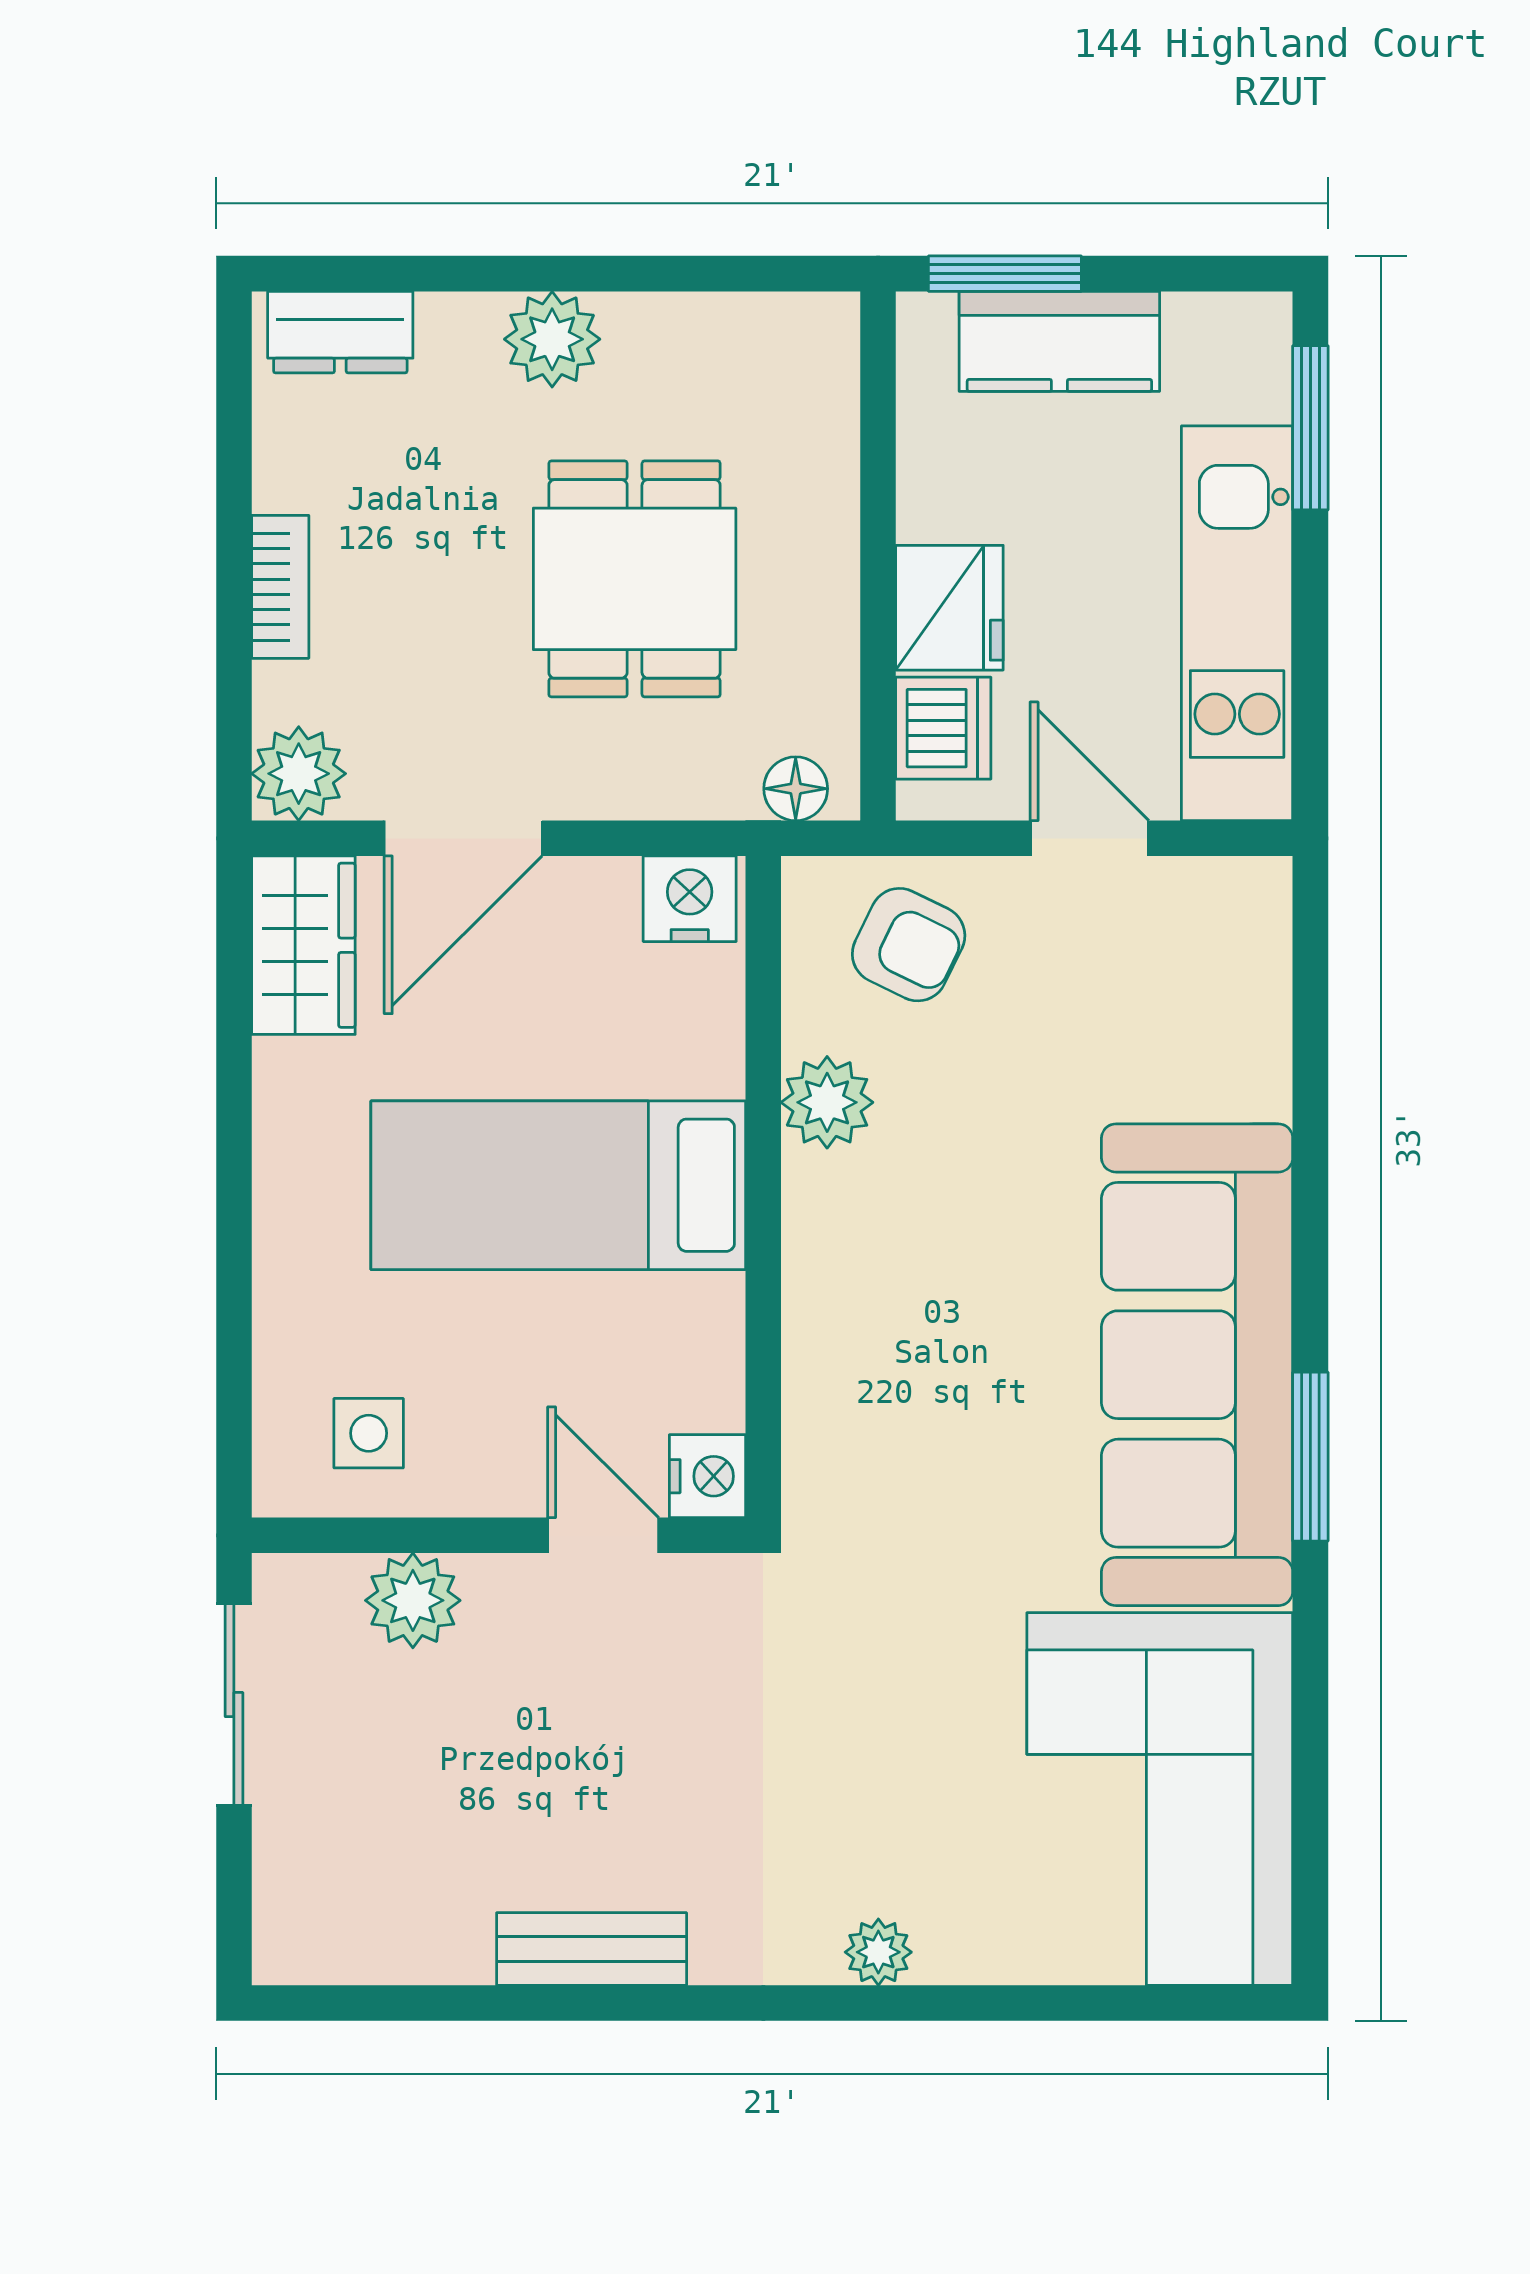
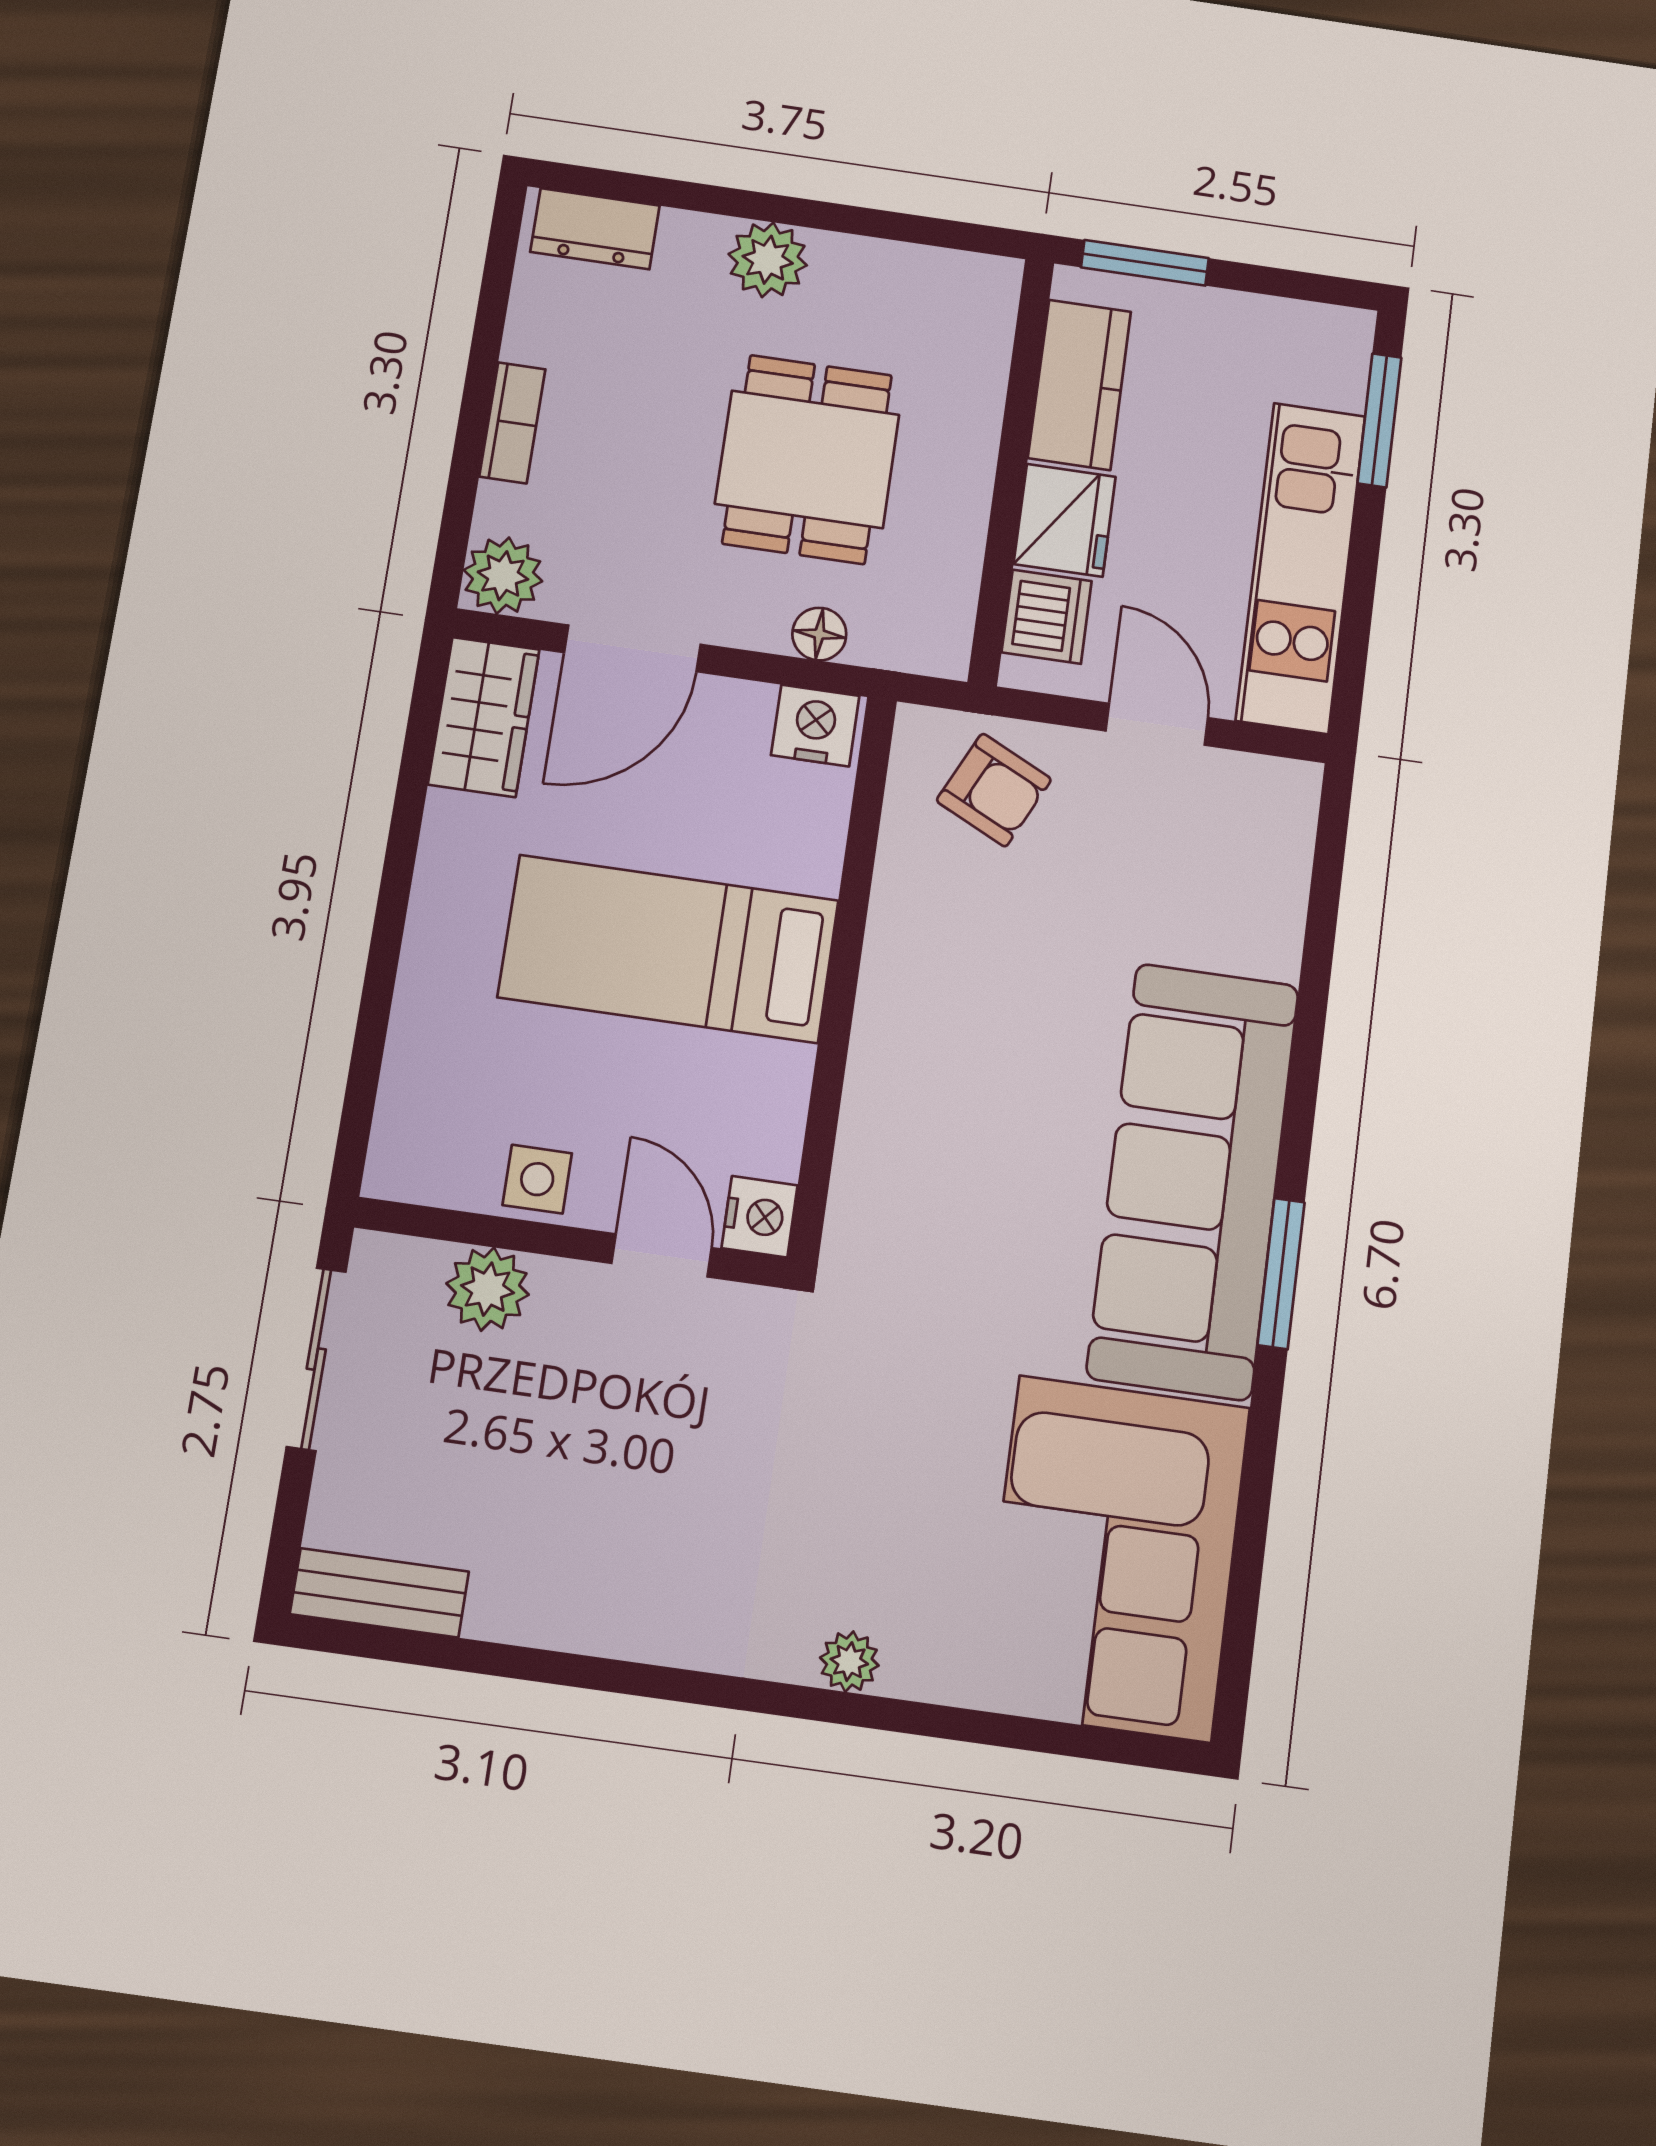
kitchen counter: (1059, 341) -> (1080, 385), moved, turned -90
floor lamp: (796, 789) -> (819, 634), moved
plant: (827, 1102) -> (907, 912), removed
side table: (369, 1433) -> (537, 1179), moved
bench: (592, 1949) -> (379, 1593), moved

